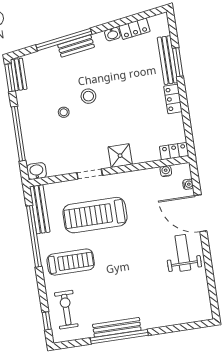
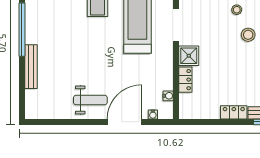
locker: (174, 151) -> (185, 80), moved
doorway: (90, 174) -> (176, 25), width x1.38
bench: (117, 327) -> (31, 67), moved

